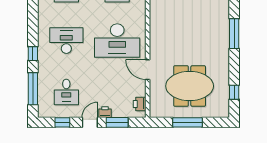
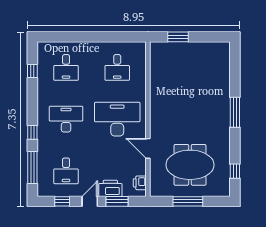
desk: (117, 41) -> (117, 119), turned 180
printer: (105, 112) -> (110, 188), width x1.87, depth x1.48

